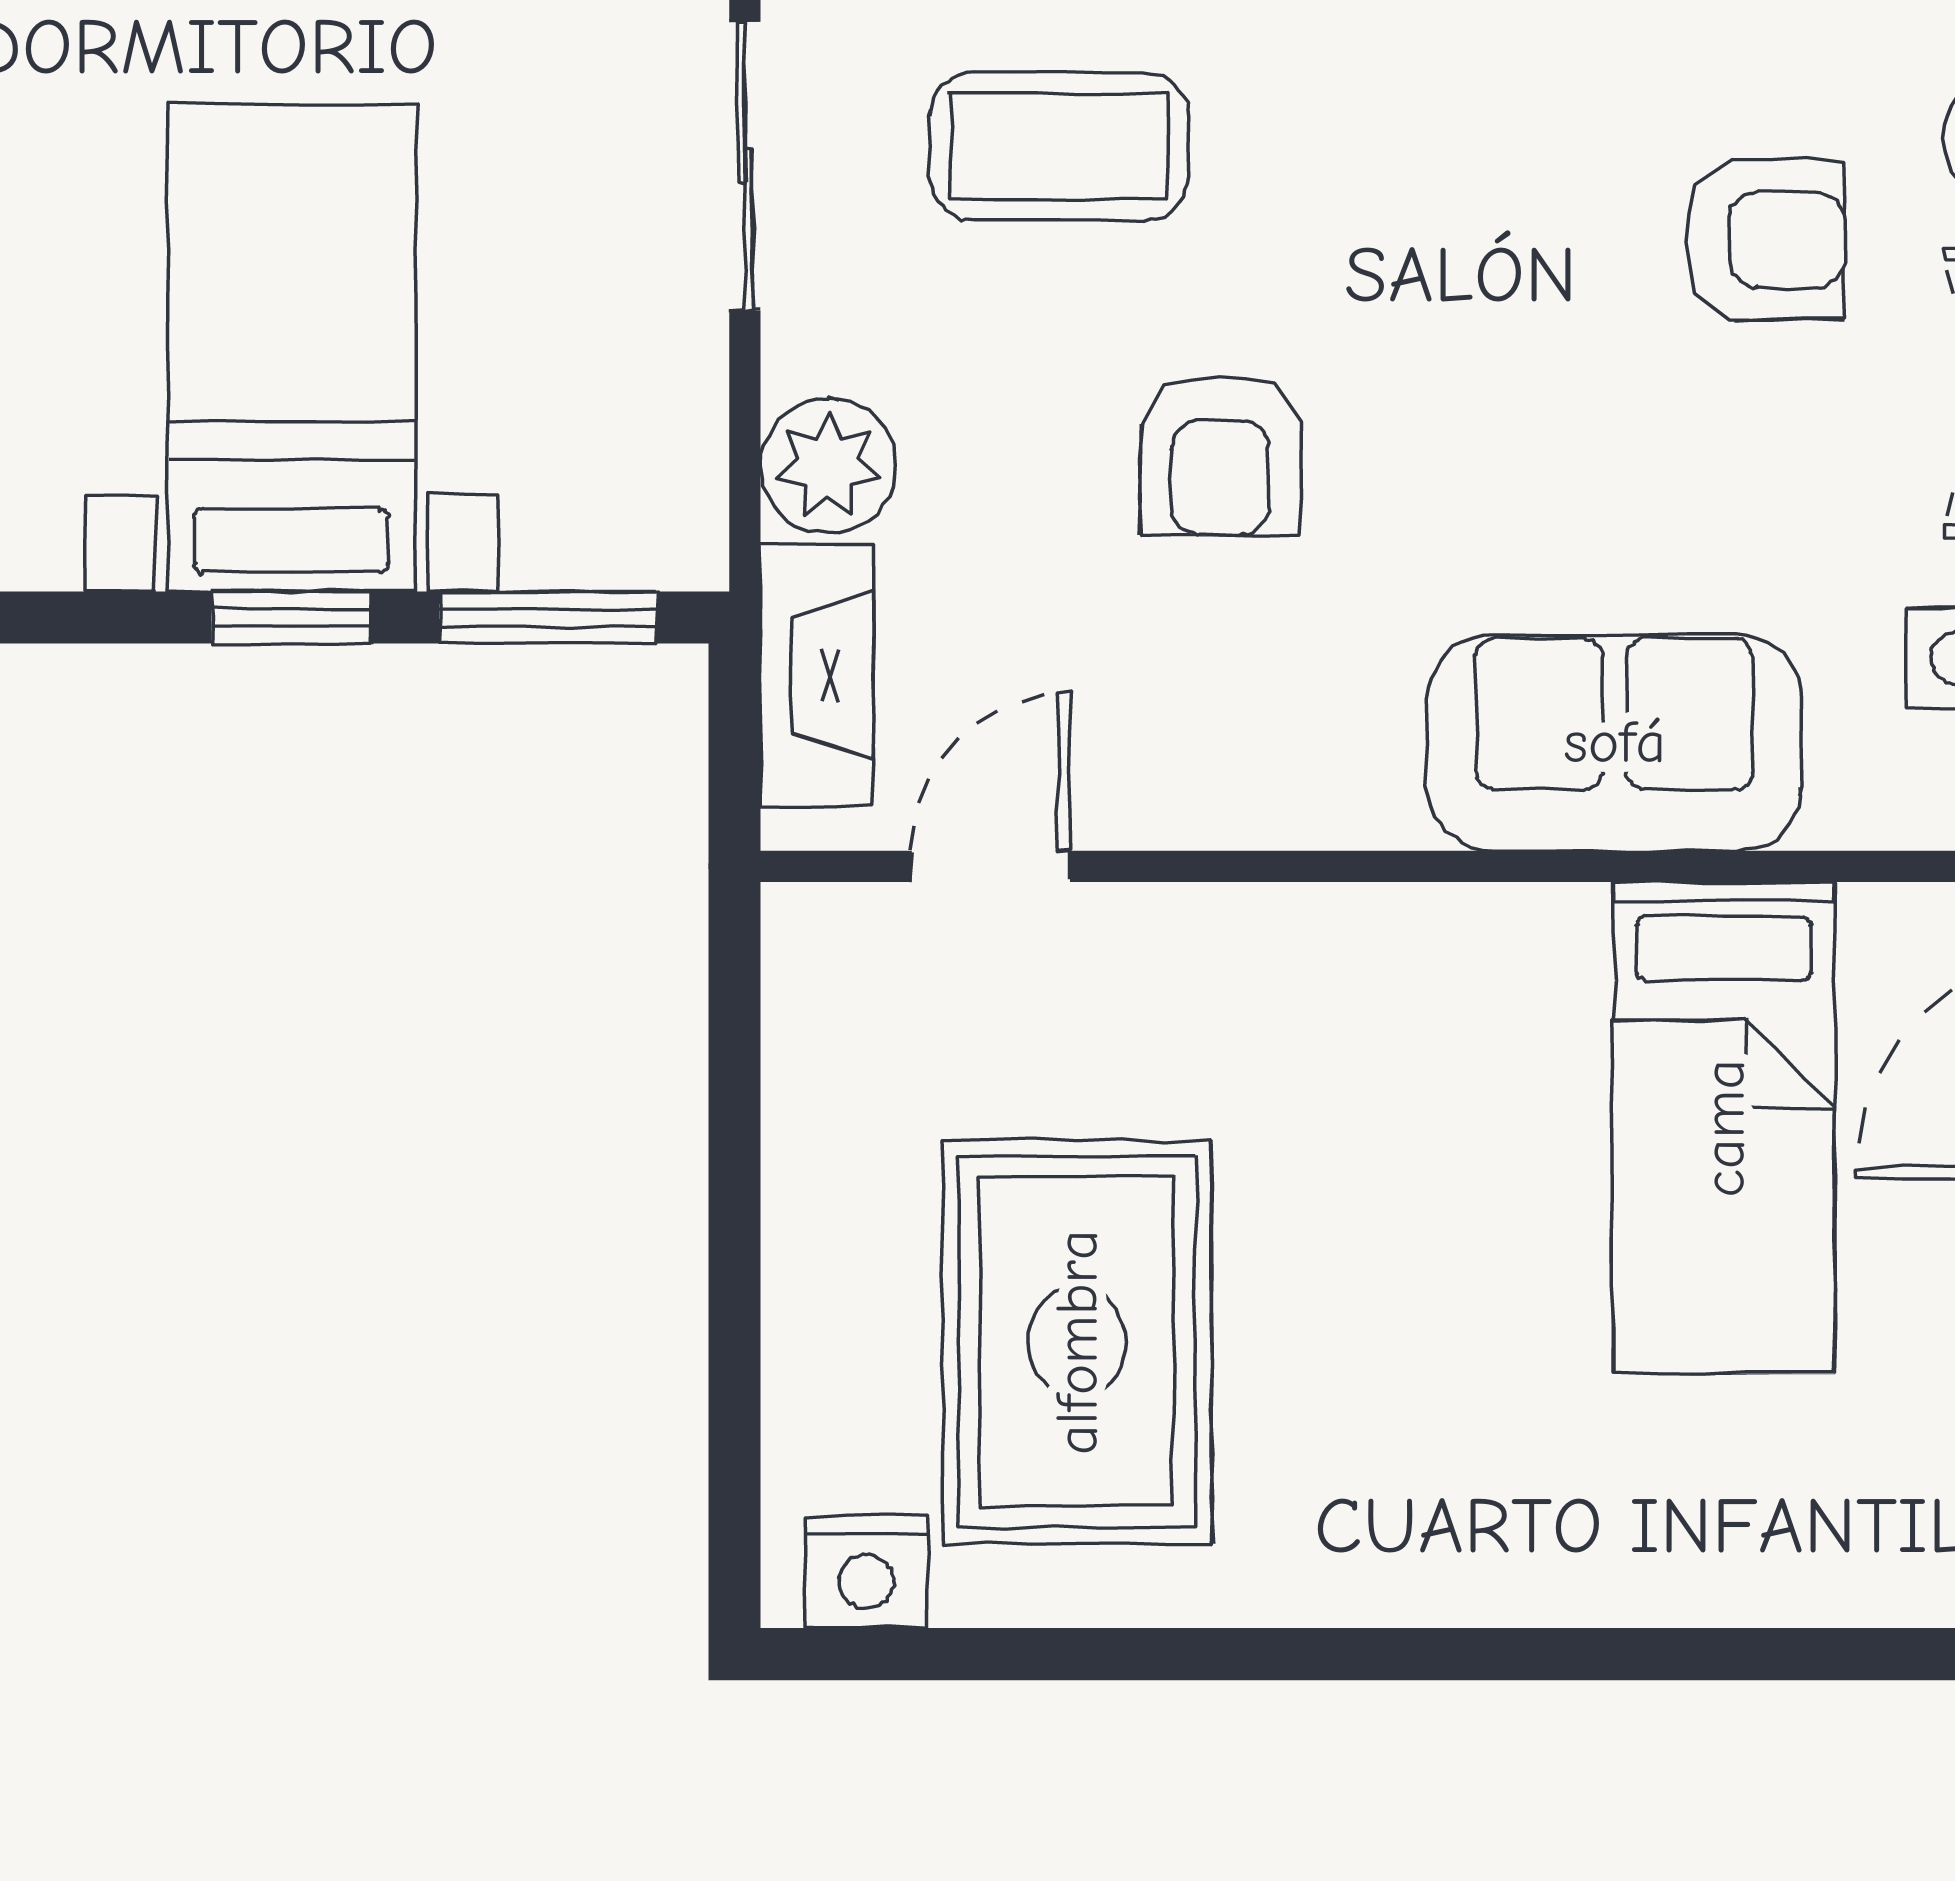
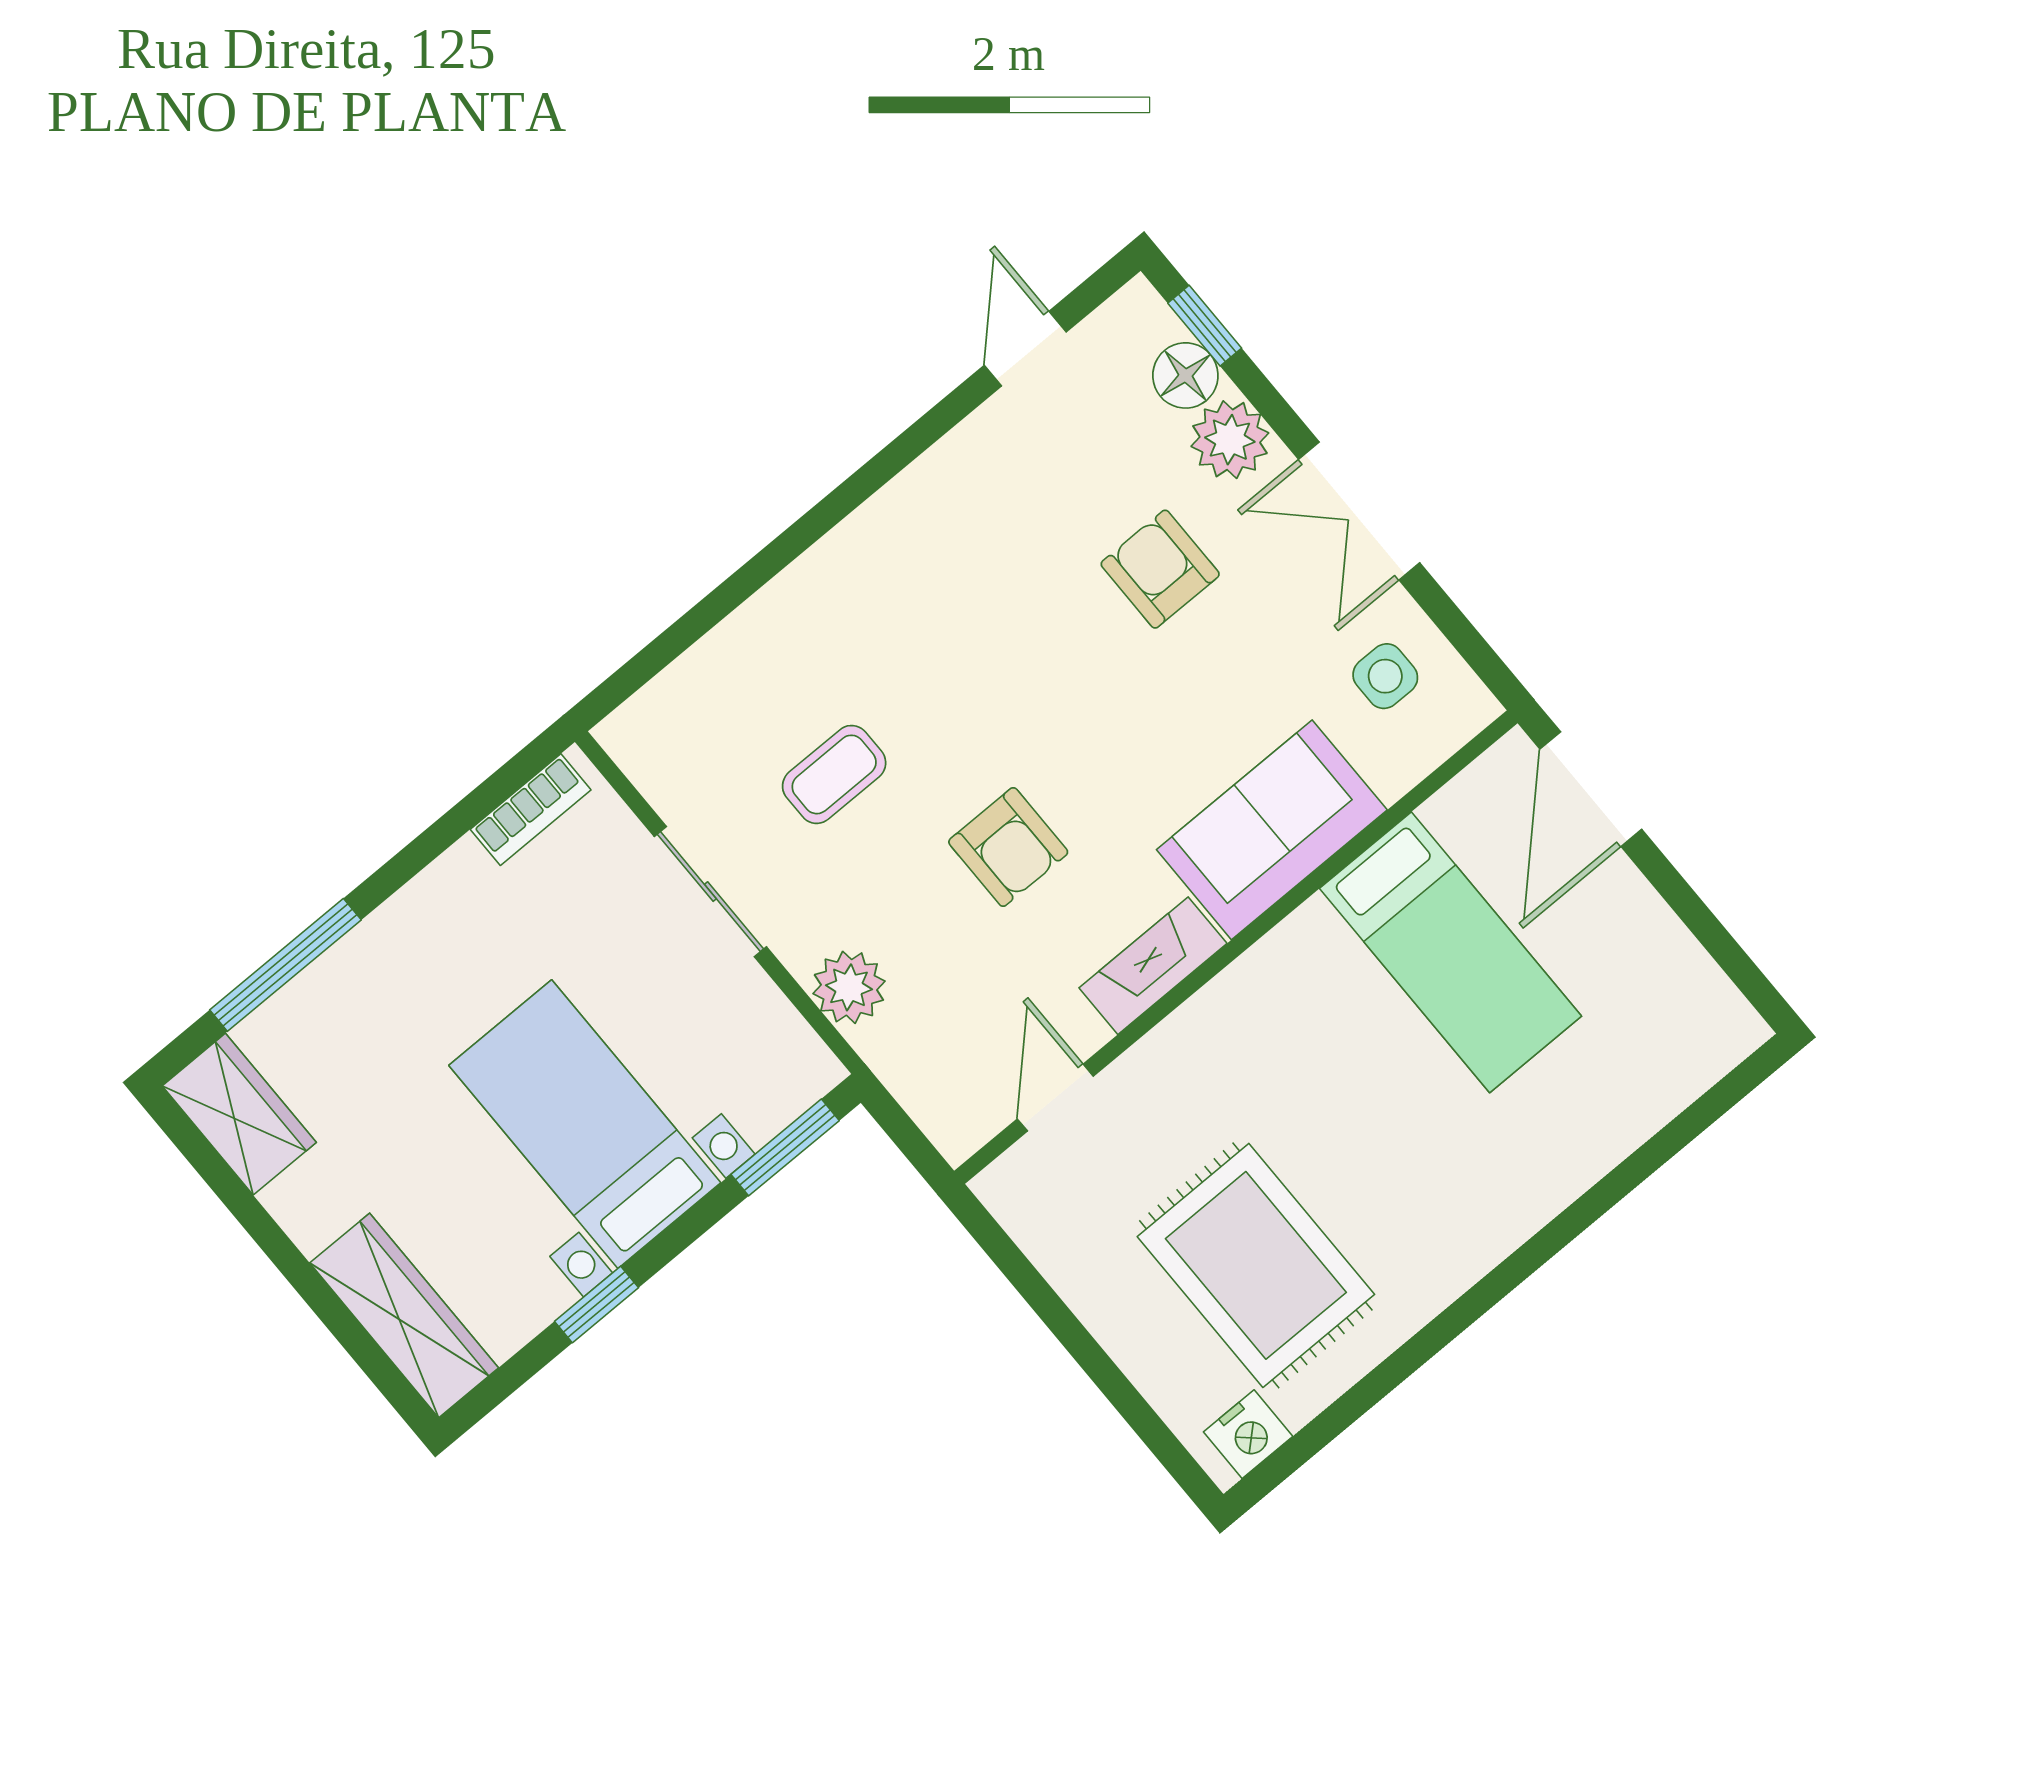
coffee table: (1059, 146) -> (834, 774), width x0.73, depth x0.77
armchair: (1764, 240) -> (1160, 569), turned -90
window: (291, 618) -> (597, 1304), moved
fireplace: (817, 676) -> (1153, 966), moved, turned -90

